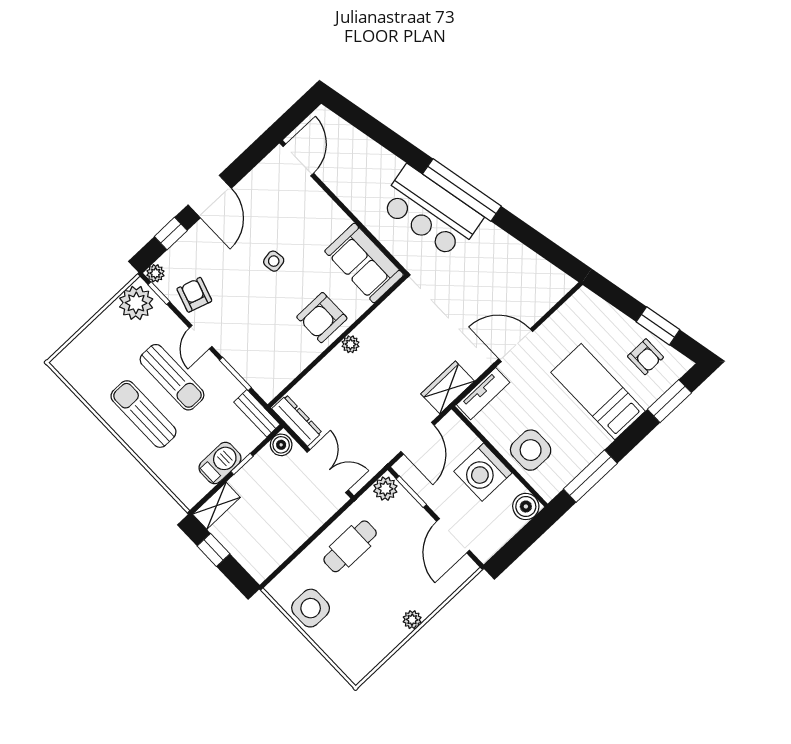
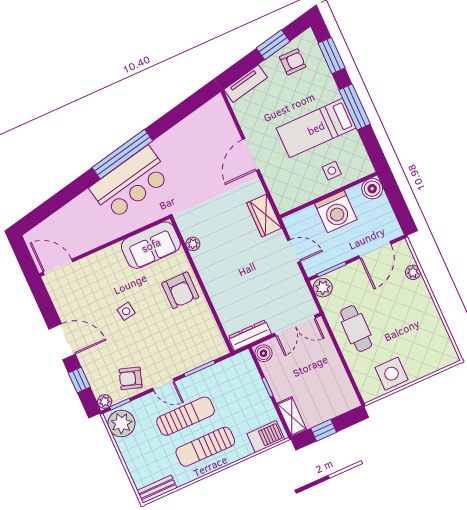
plant: (351, 344) -> (193, 244), moved
bed: (598, 392) -> (316, 128), moved
tv unit: (483, 394) -> (246, 84), moved, turned 78
bench: (257, 413) -> (157, 489), moved
door: (418, 438) -> (294, 251), width x0.73
side table: (531, 450) -> (332, 171), width x0.54, depth x0.54
barbecue: (220, 463) -> (266, 437), moved, turned 90
double door: (328, 471) -> (295, 326), swing flipped
window: (590, 476) -> (355, 107), moved
door: (453, 536) -> (375, 250), hinge flipped
plant: (412, 620) -> (413, 272), moved

